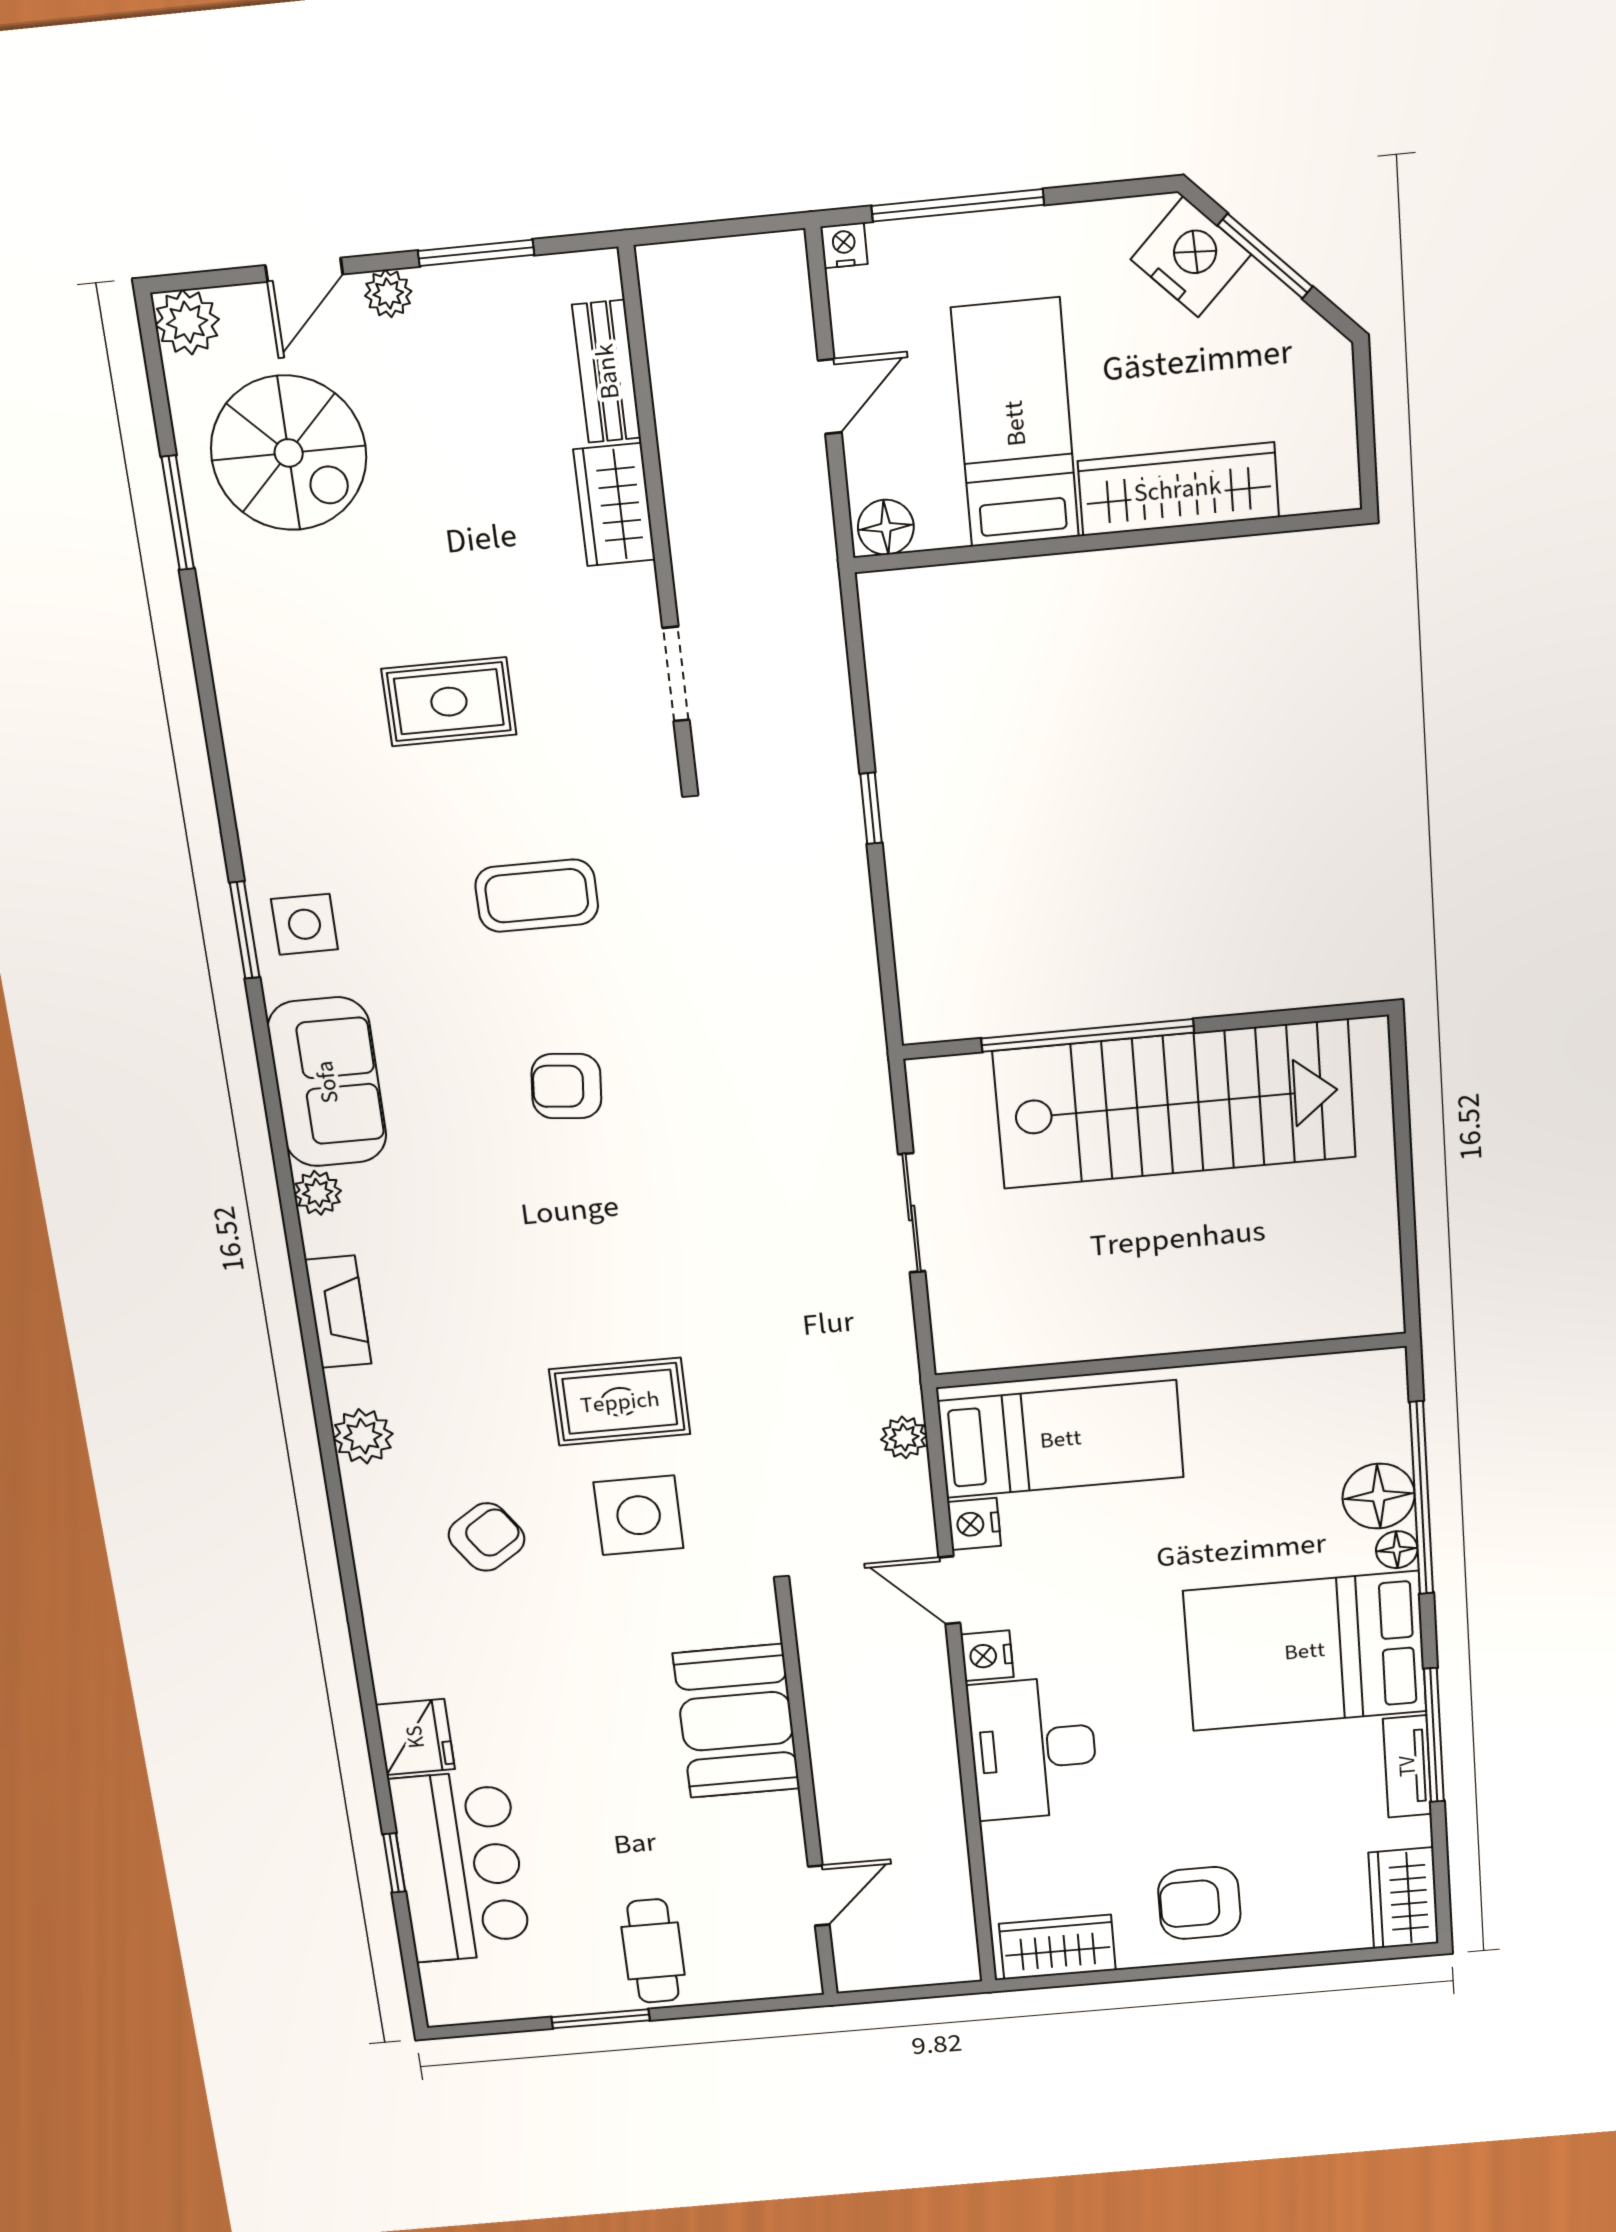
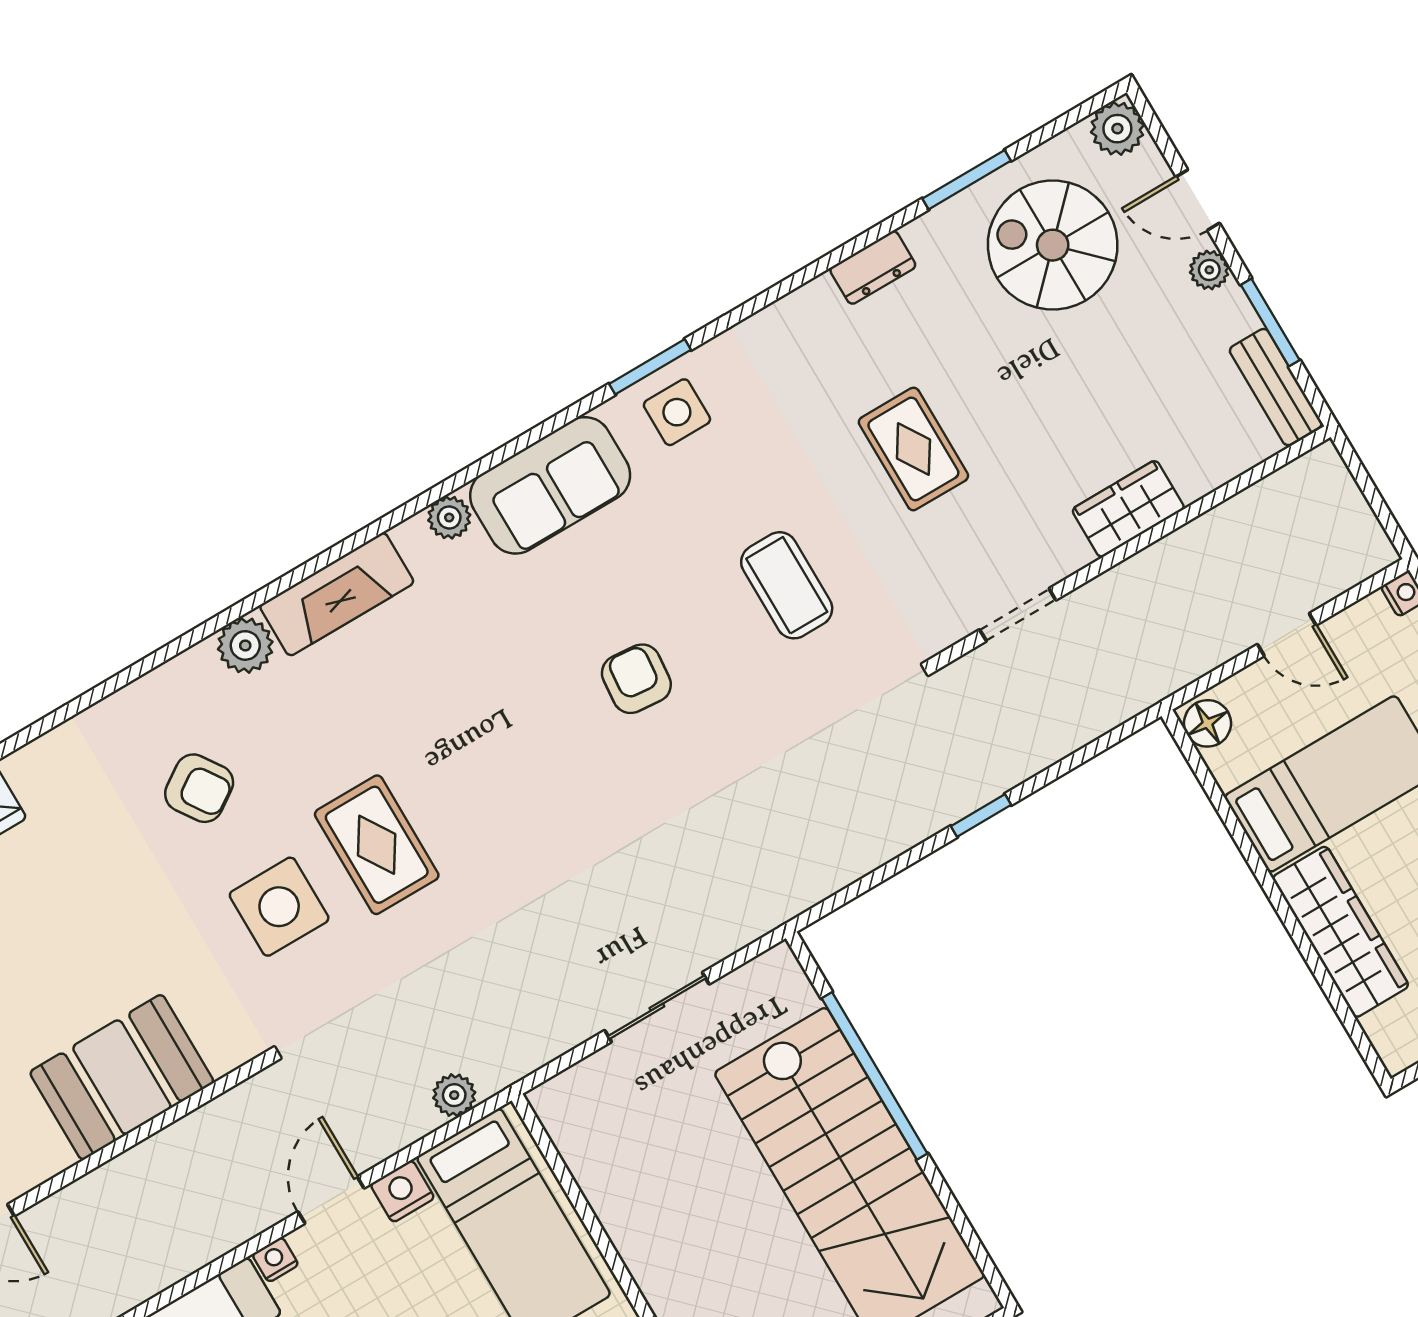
bench: (607, 371) -> (1276, 387), moved, turned 90
spiral stairs: (289, 453) -> (1053, 245), turned 90
dresser: (234, 656) -> (873, 268), added
fireplace: (338, 1312) -> (337, 594), width x1.37, depth x1.32
nightstand: (987, 1656) -> (275, 1260), width x0.72, depth x0.74

